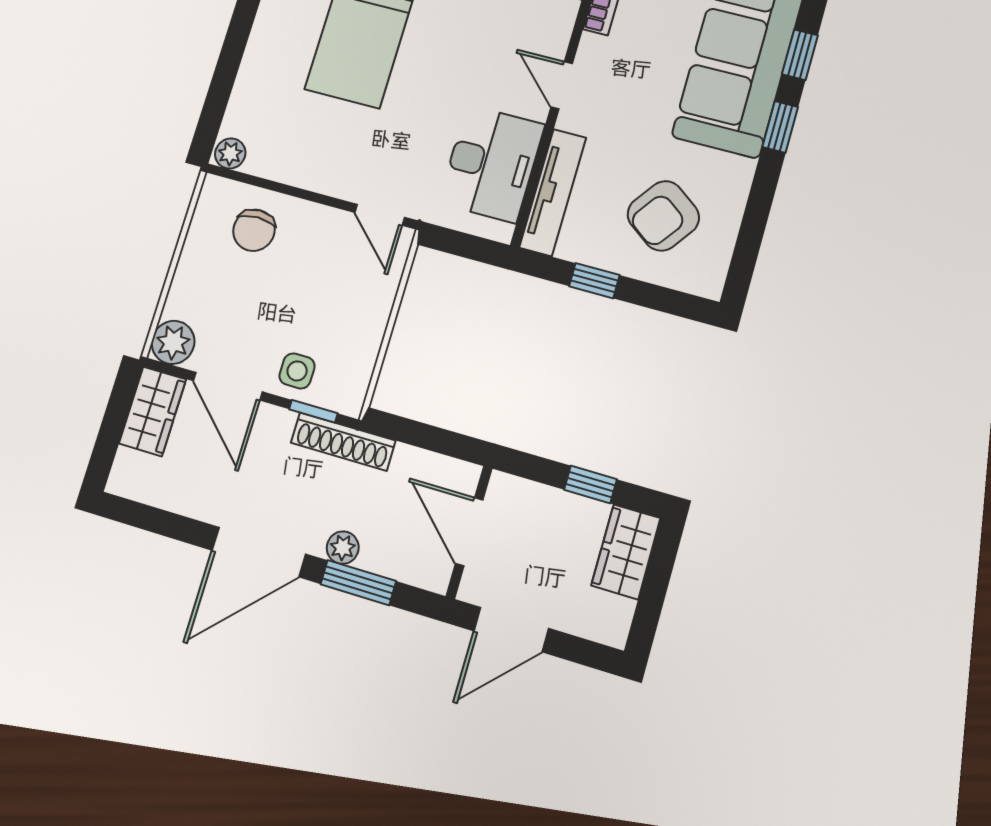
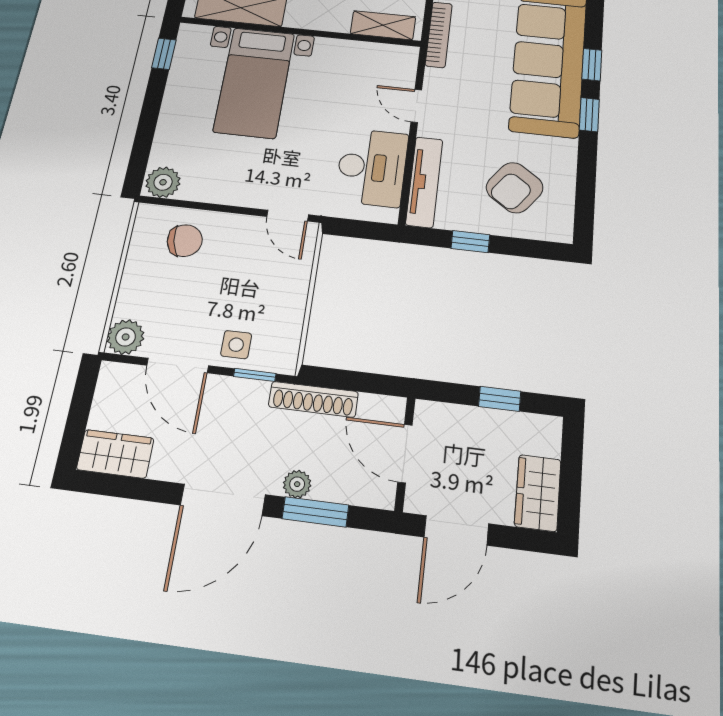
plant: (230, 153) -> (163, 182), width x1.38, depth x1.38
chair: (254, 230) -> (185, 241), turned -101
wardrobe: (153, 411) -> (115, 454), moved, turned -90
shoe rack: (343, 442) -> (313, 399), moved
wardrobe: (626, 552) -> (538, 493), moved

